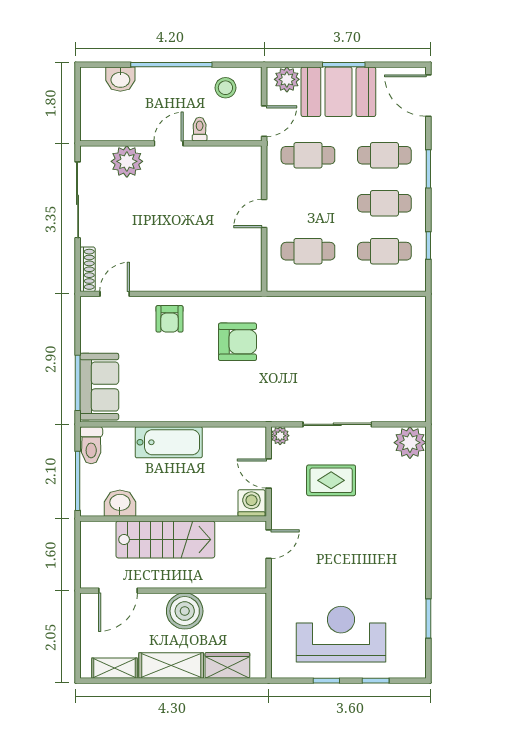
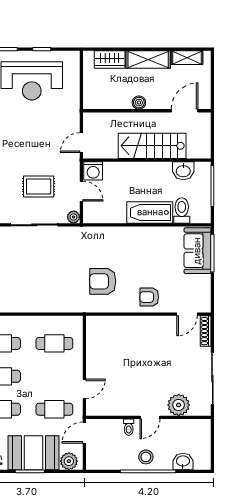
stool: (225, 88) -> (146, 457), moved
door: (264, 214) -> (84, 389), moved
armchair: (169, 319) -> (149, 297), turned -90
toilet: (91, 445) -> (182, 210), moved
boiler: (185, 611) -> (139, 103), width x0.54, depth x0.54

